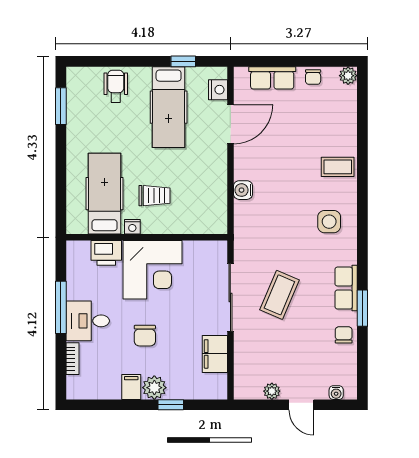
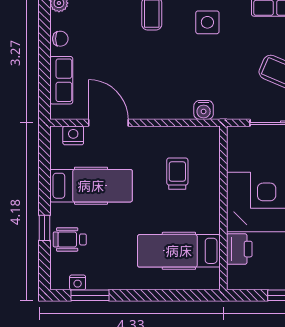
window: (183, 61) -> (45, 228), moved
water cooler: (243, 190) -> (204, 110), moved
trolley: (155, 196) -> (177, 174), moved
nightstand: (132, 227) -> (78, 282), moved, turned 90

